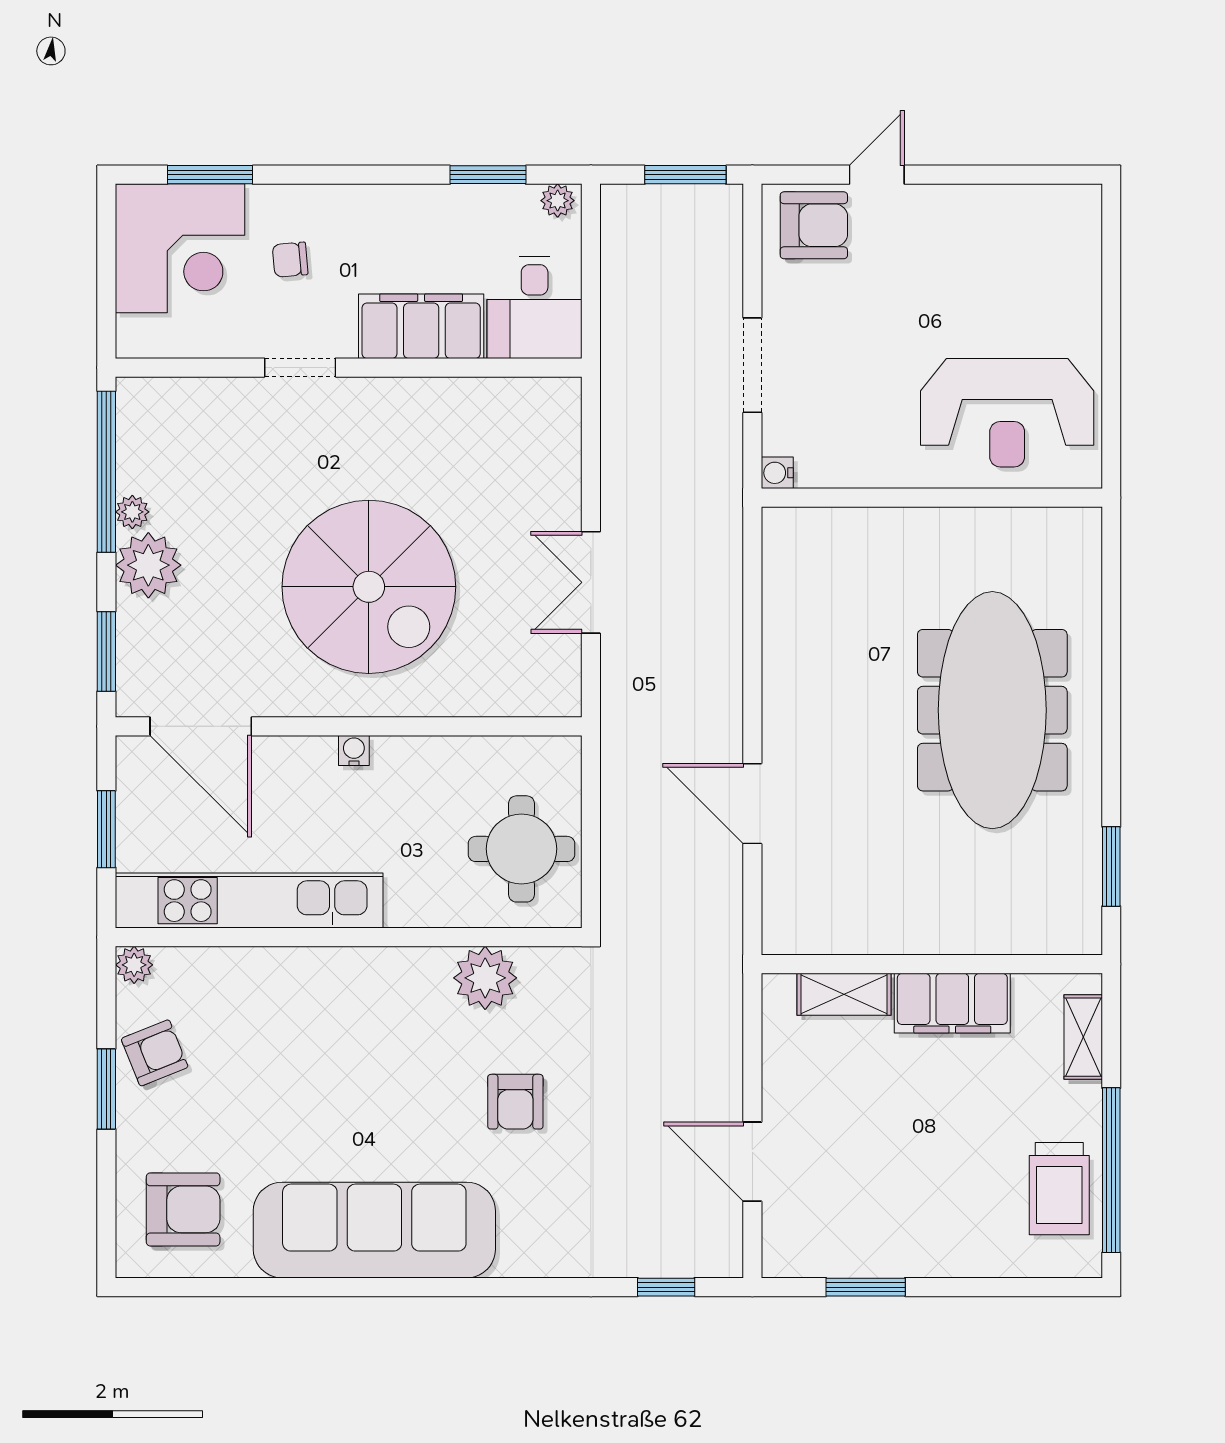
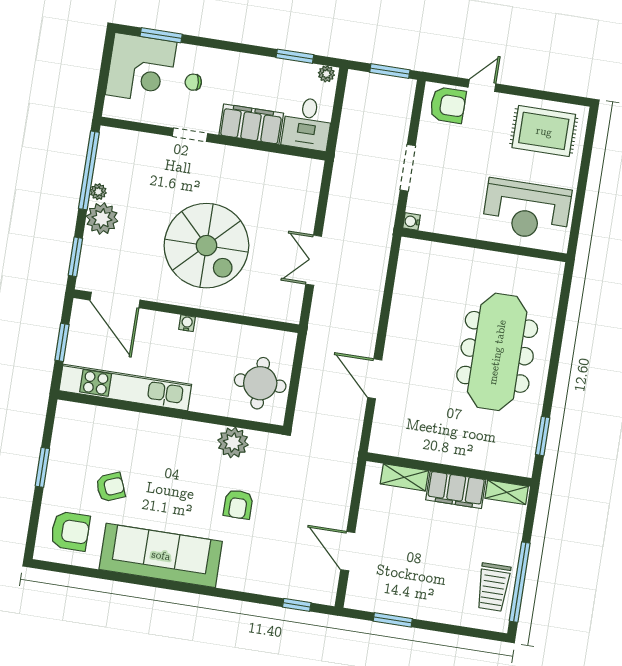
rug: (1017, 247) -> (544, 131), added
plant: (134, 965) -> (65, 410), removed
shelving: (1083, 1037) -> (507, 492), moved, turned 90
armchair: (155, 1053) -> (111, 487), moved

